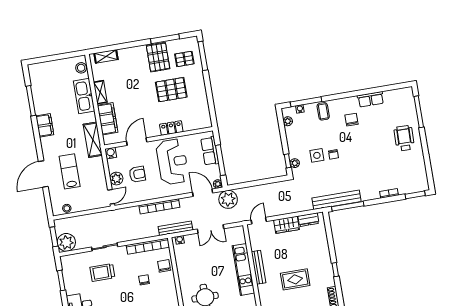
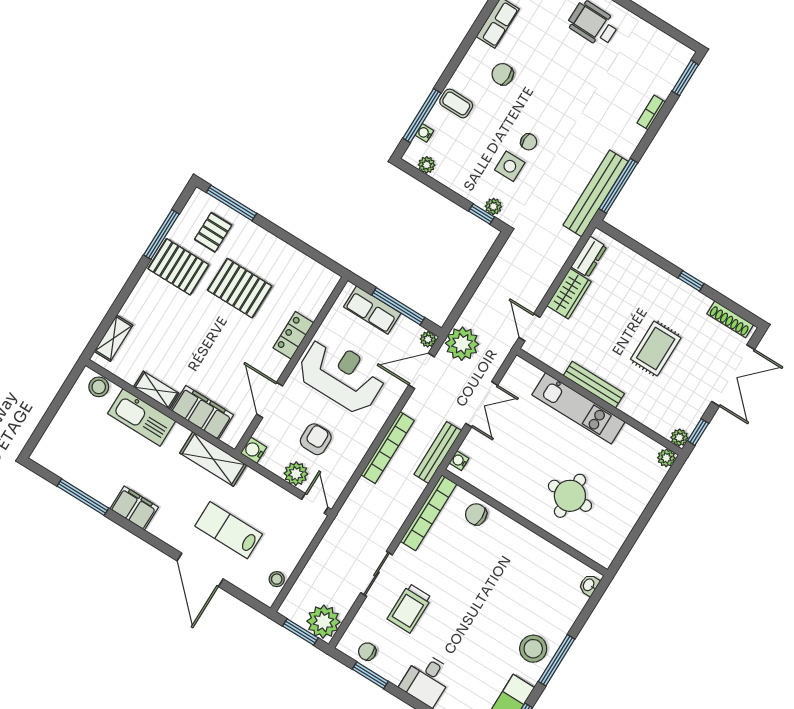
pallet: (171, 90) -> (240, 288), turned 90
chair: (144, 280) -> (367, 652), moved

